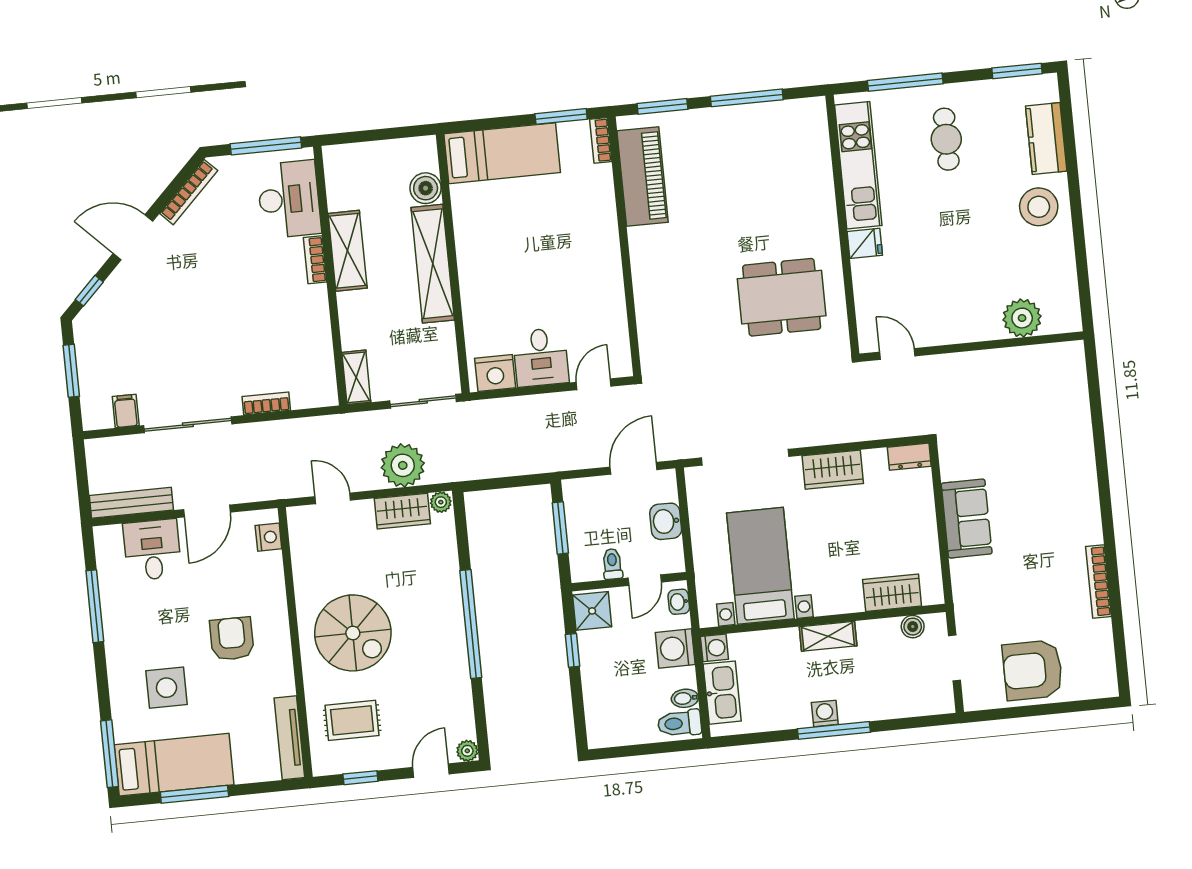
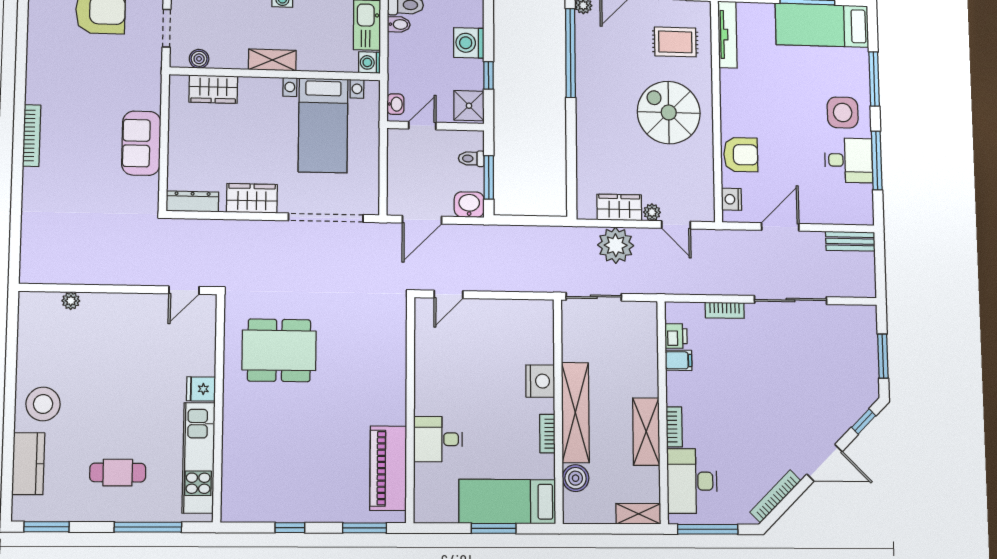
window: (747, 98) -> (290, 528), width x0.46
window: (561, 116) -> (494, 528), moved
cafe table: (946, 139) -> (118, 473), turned 90
bookcase: (601, 140) -> (547, 434), moved, turned 180
plant: (1022, 318) -> (71, 301), width x0.53, depth x0.53
door: (897, 354) -> (184, 290), hinge flipped
desk: (541, 357) -> (438, 439), moved, turned -90
printer: (322, 366) -> (676, 336), added
nightstand: (495, 373) -> (540, 381), moved, turned 90
shelving: (356, 377) -> (638, 514), moved, turned 90
filing cabinet: (126, 411) -> (679, 360), moved, turned -90
dresser: (909, 457) -> (192, 201), width x1.44
plant: (441, 502) -> (652, 212), moved
bench: (131, 503) -> (850, 241), width x0.73
washbasin: (666, 521) -> (469, 205), moved, turned -90
desk: (152, 550) -> (849, 160), moved, turned -90
toilet: (612, 564) -> (471, 159), moved, turned 90
bookcase: (1098, 582) -> (32, 136), moved
window: (471, 624) -> (570, 53), moved
armchair: (232, 639) -> (741, 155), moved, turned -90
washing machine: (675, 648) -> (469, 43), moved, turned 180
side table: (166, 688) -> (843, 113), moved
window: (110, 754) -> (874, 79), moved

